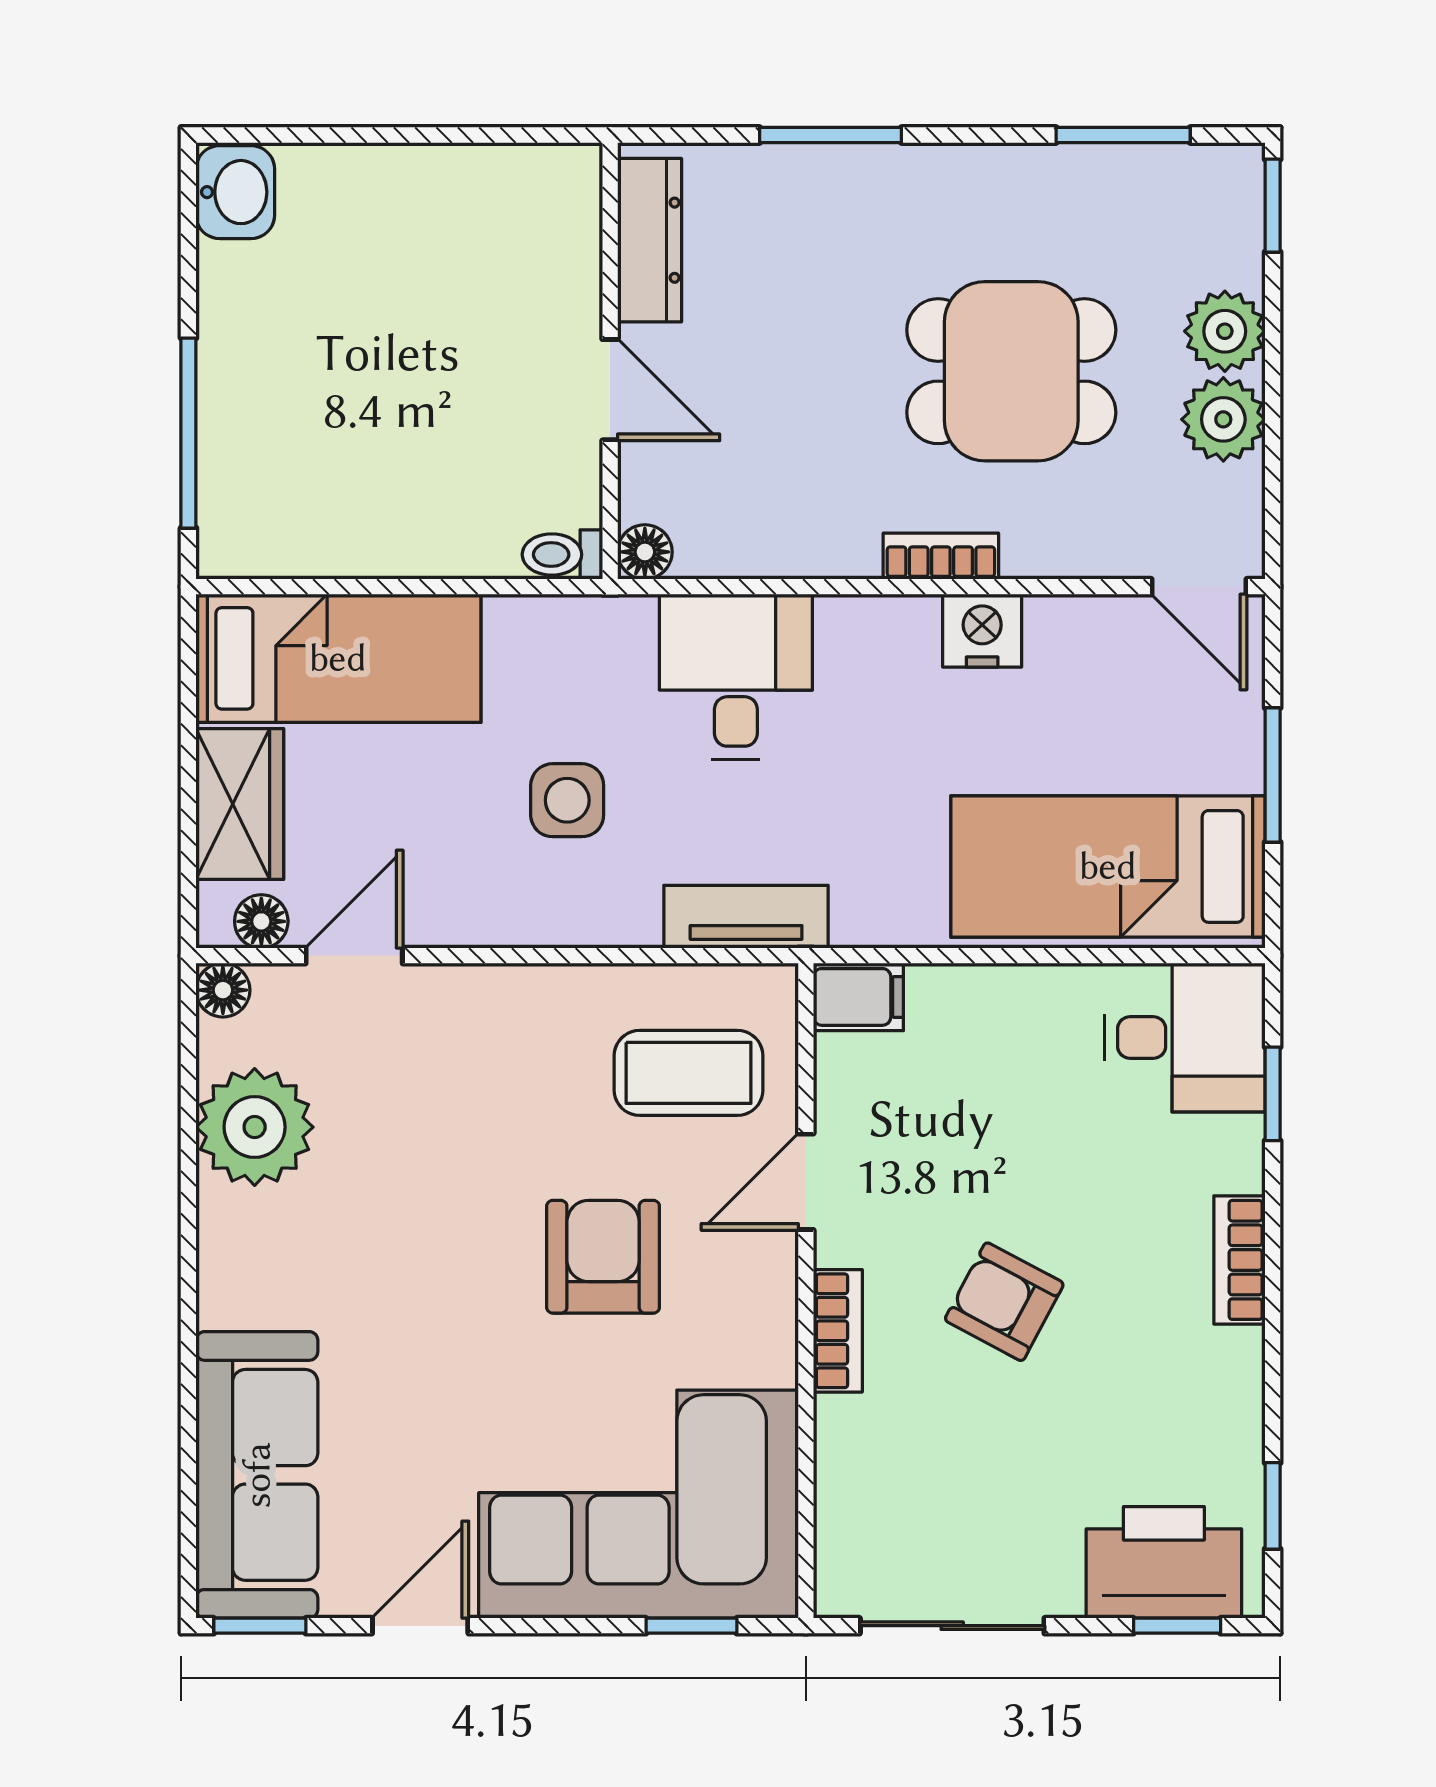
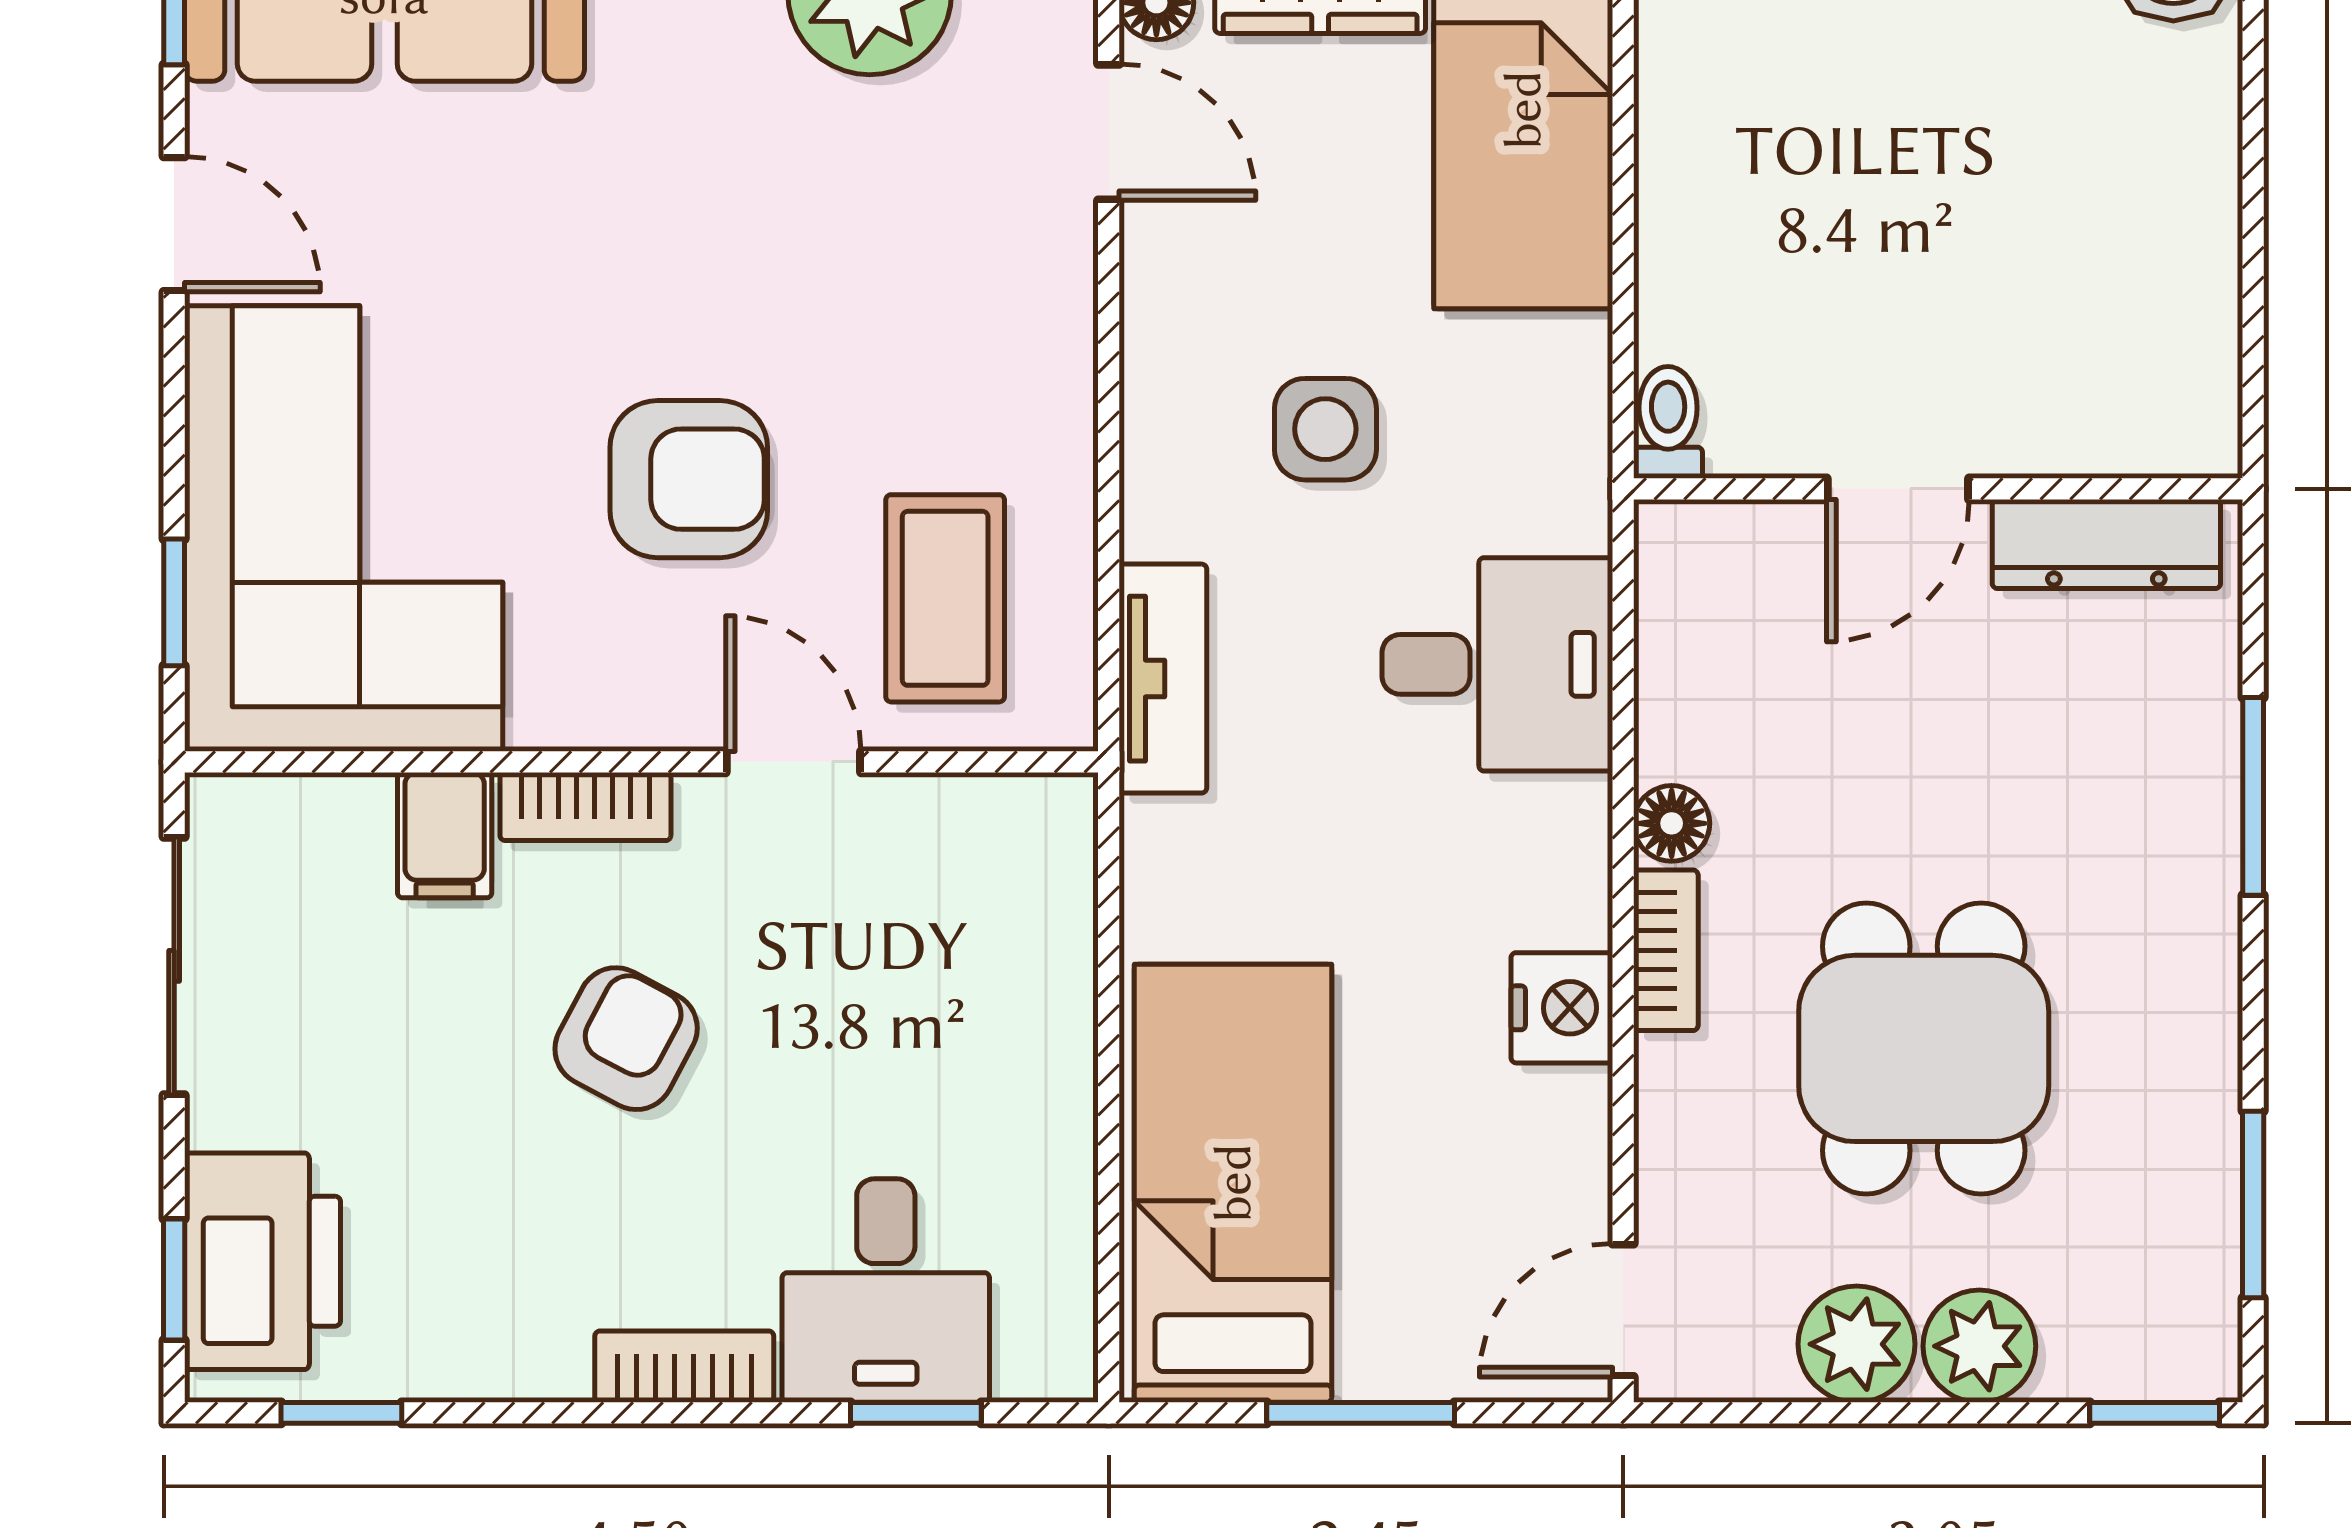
floor lamp: (645, 552) -> (1672, 823), moved
filing cabinet: (858, 997) -> (445, 835), moved
desk: (1185, 1038) -> (886, 1291), moved

